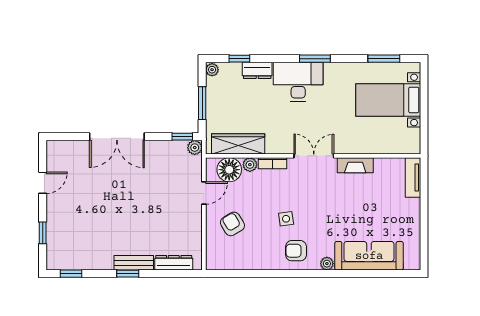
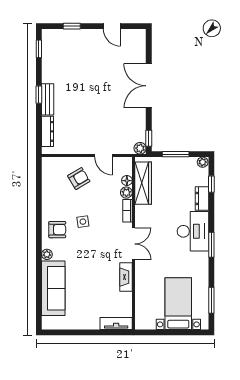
floor lamp: (229, 170) -> (127, 181), width x0.53, depth x0.53
armchair: (296, 251) -> (57, 230), turned 90

